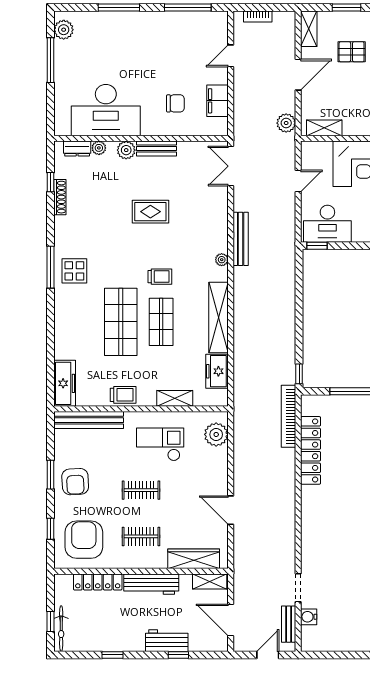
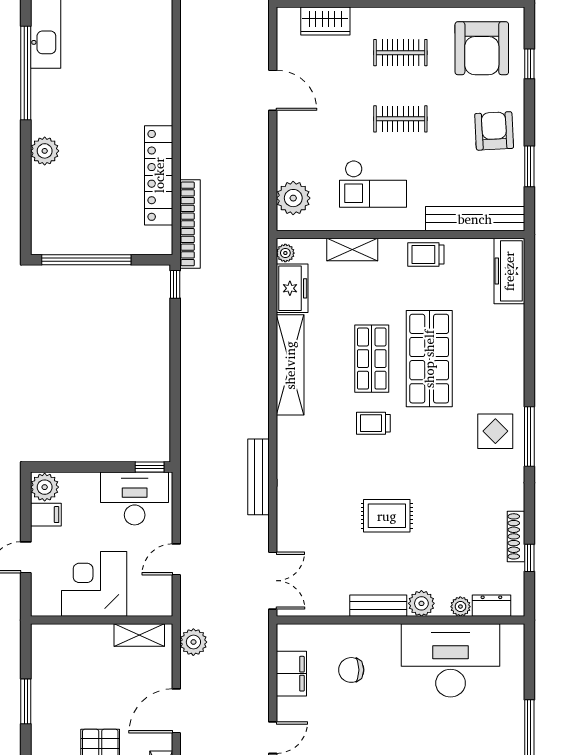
plant: (222, 260) -> (285, 253), moved
window: (50, 475) -> (529, 166), moved
wardrobe: (194, 559) -> (325, 21), width x0.67

